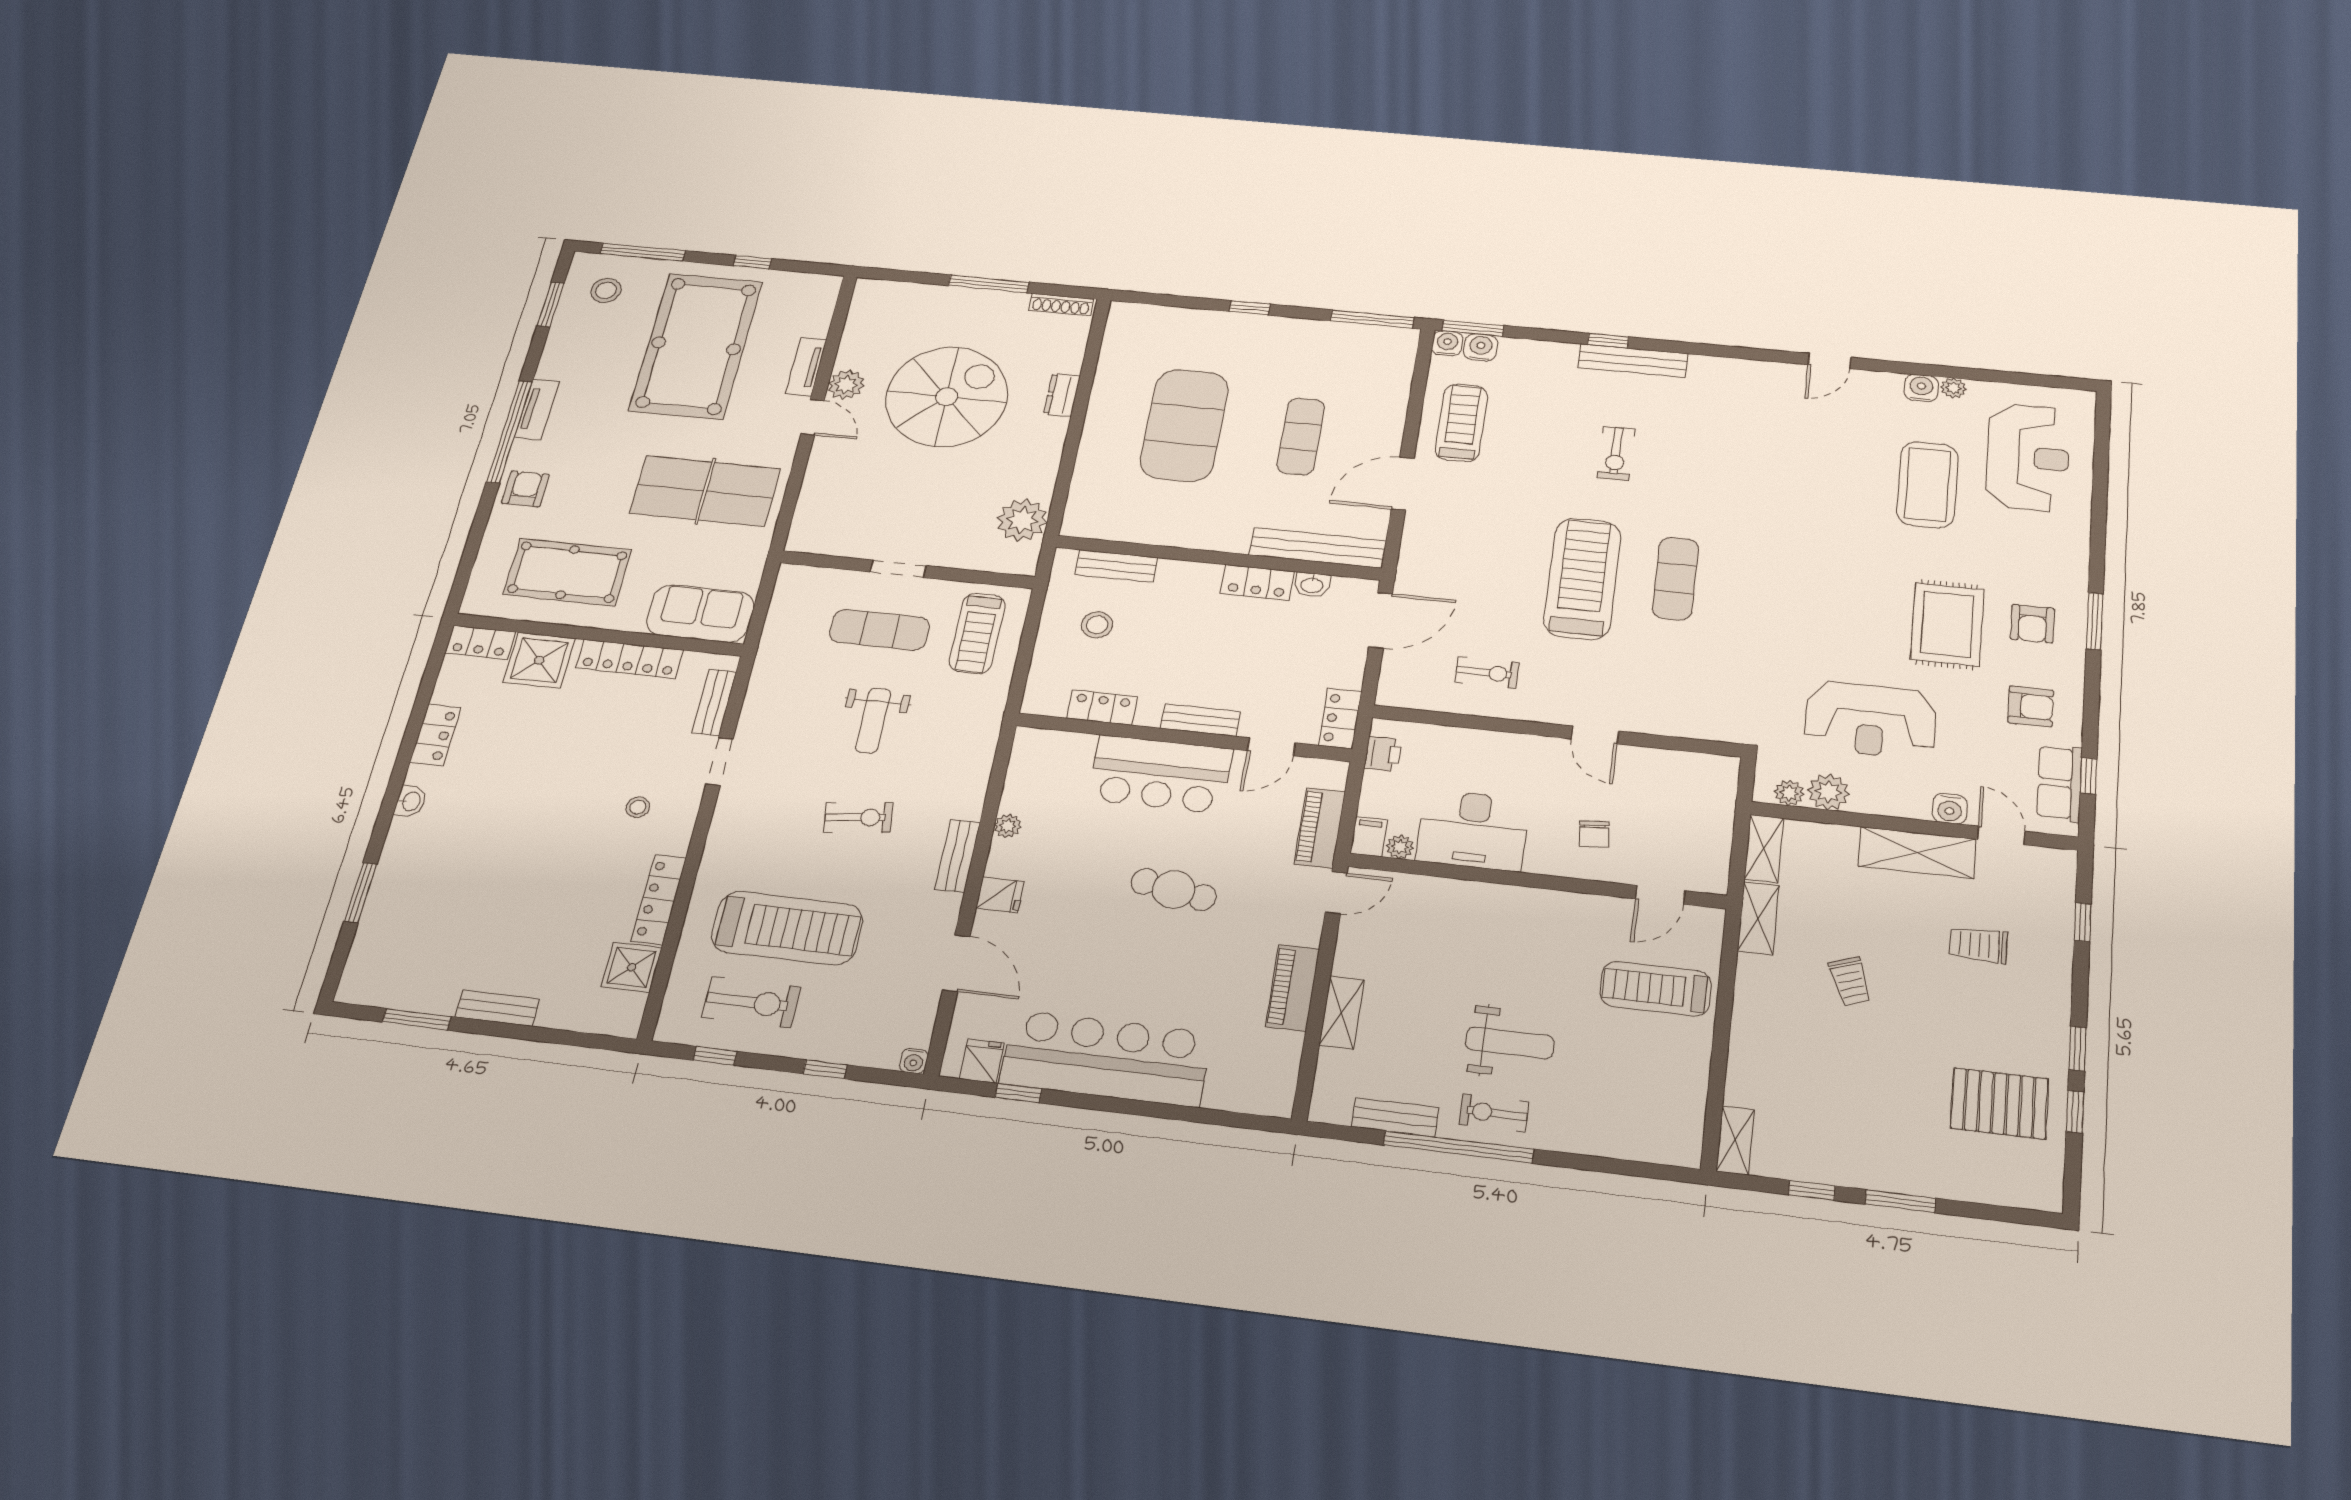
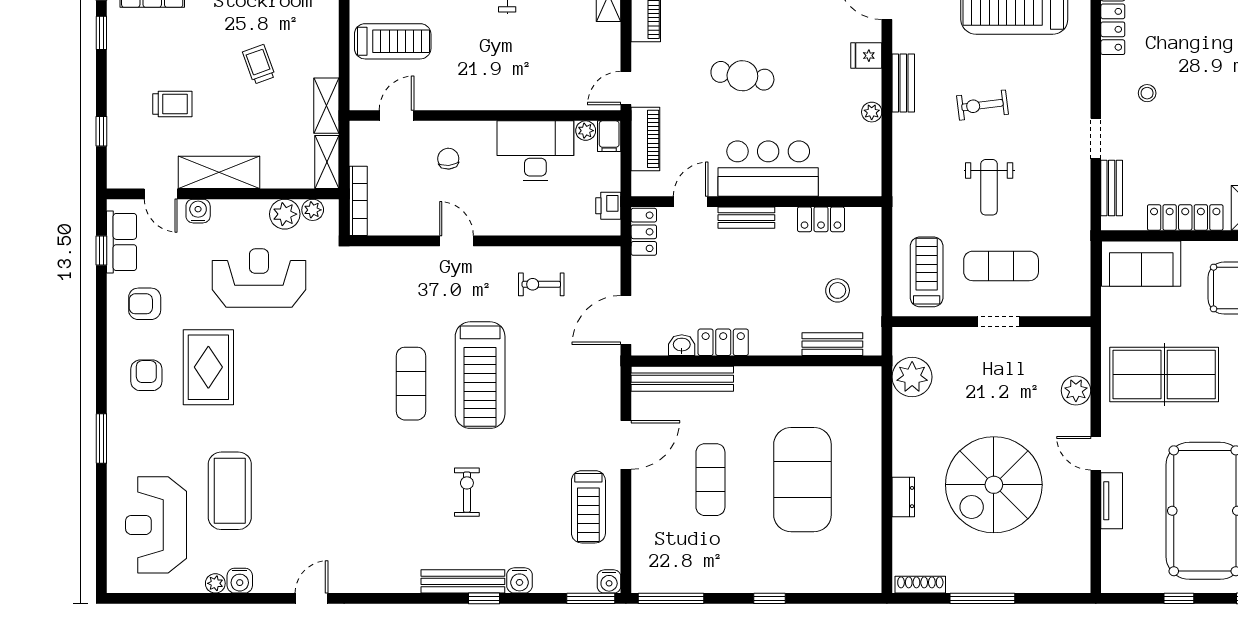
water cooler: (1481, 347) -> (520, 580), moved
plant: (846, 385) -> (1076, 391), moved
window: (2095, 621) -> (101, 438), moved
weight bench: (873, 721) -> (989, 187), turned 180
bookcase: (1725, 797) -> (358, 201), added

